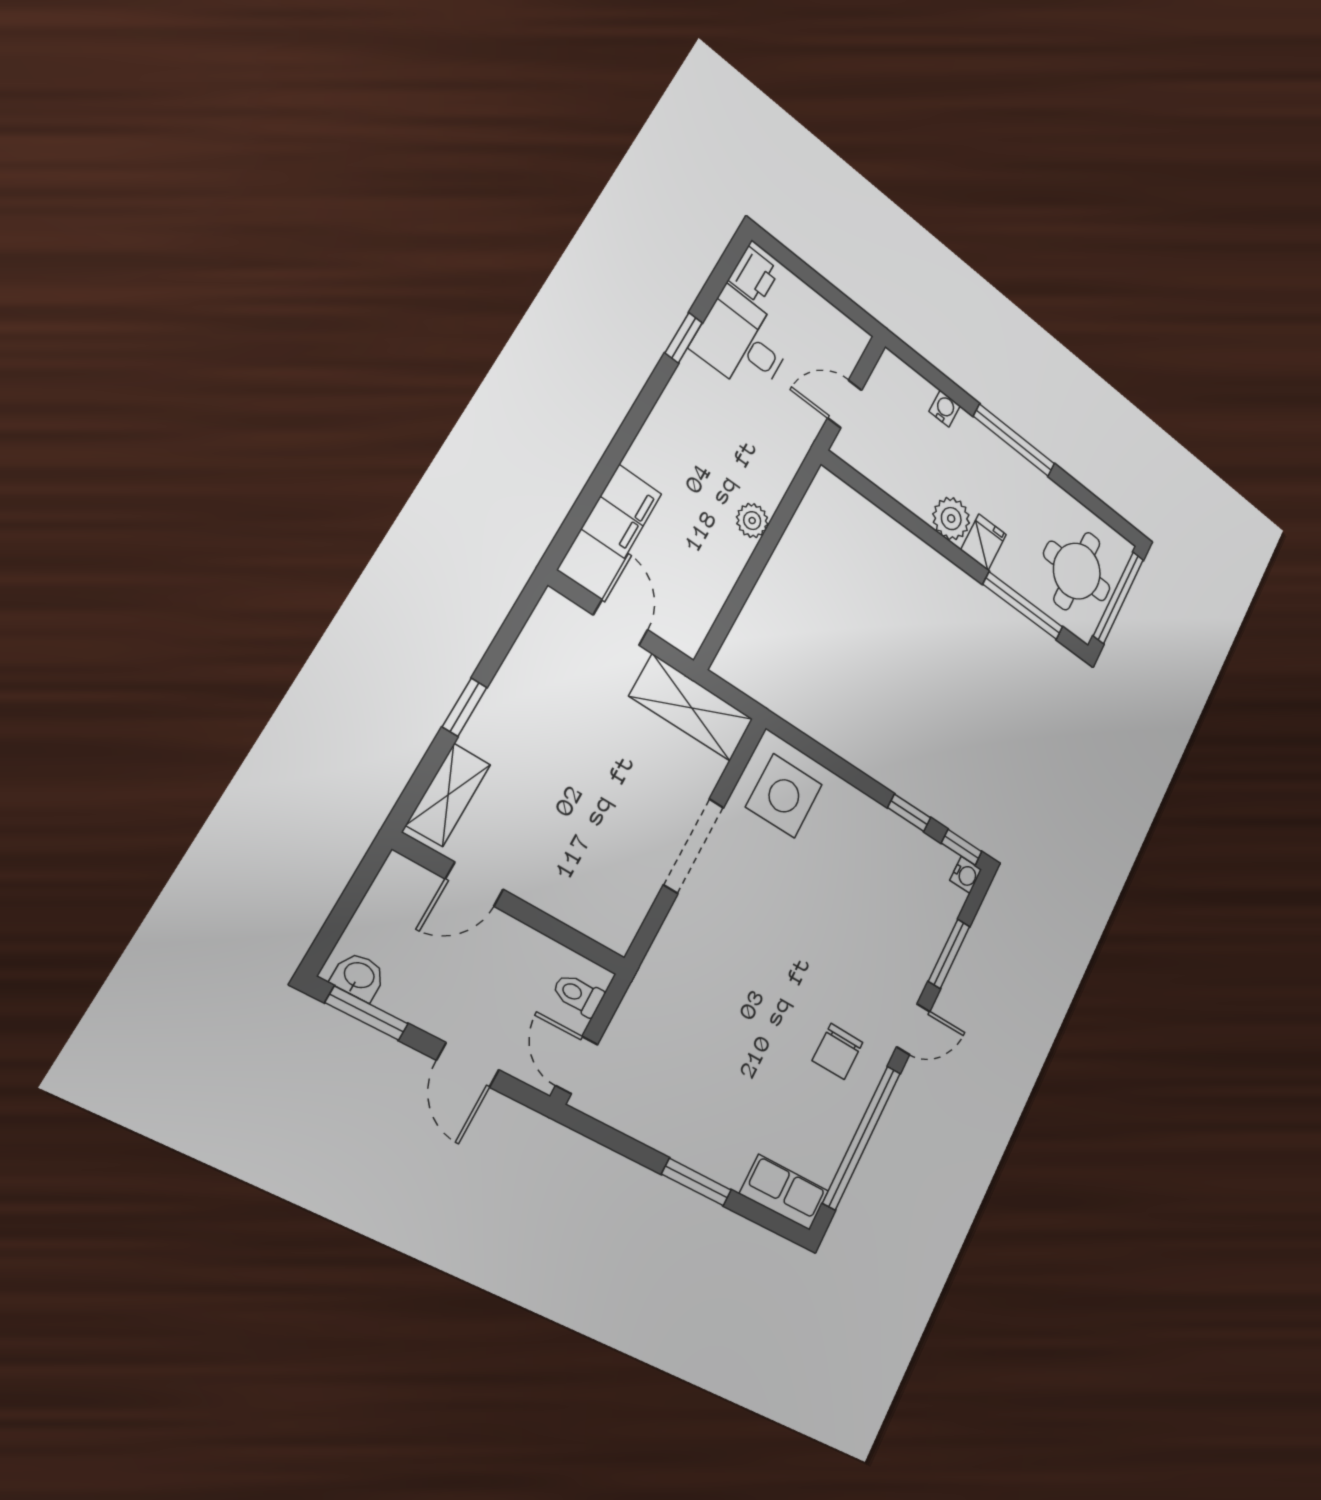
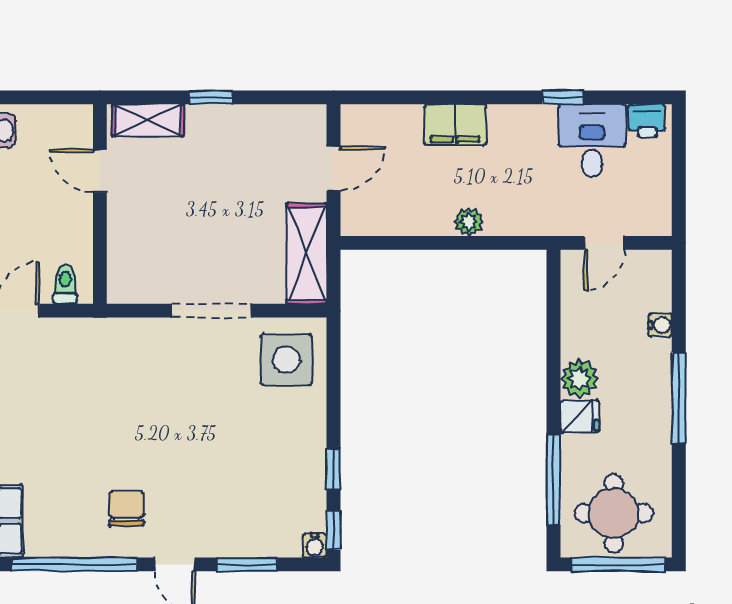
door: (845, 404) -> (604, 243), swing flipped
filing cabinet: (622, 511) -> (455, 125), moved
chair: (838, 1051) -> (126, 508), turned 89

